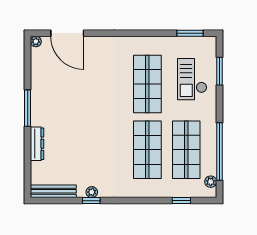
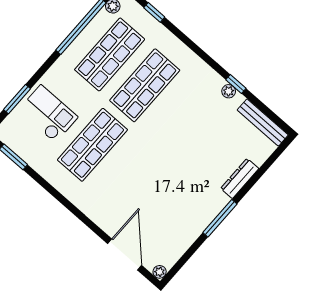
checkout: (192, 79) -> (48, 114), turned -90

